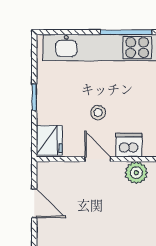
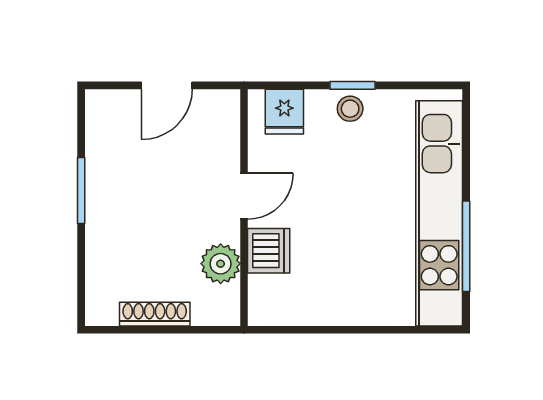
stool: (98, 113) -> (350, 109), moved
fridge: (49, 140) -> (284, 112), width x0.72

